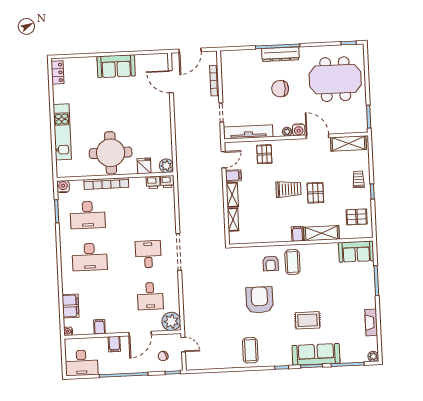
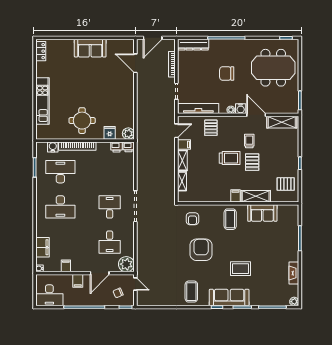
dresser: (280, 54) -> (193, 45), moved
round table: (111, 153) -> (82, 121), width x0.73, depth x0.73
trolley: (358, 179) -> (249, 141), moved
water cooler: (63, 187) -> (53, 147), moved
desk: (88, 215) -> (60, 172), turned 180
sofa: (356, 252) -> (262, 213), moved
armchair: (271, 263) -> (192, 219), moved
sofa: (316, 354) -> (229, 298), moved

